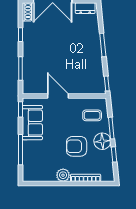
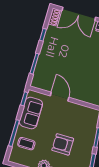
coffee table: (92, 115) -> (26, 144), moved
floor lamp: (102, 141) -> (86, 147), removed

